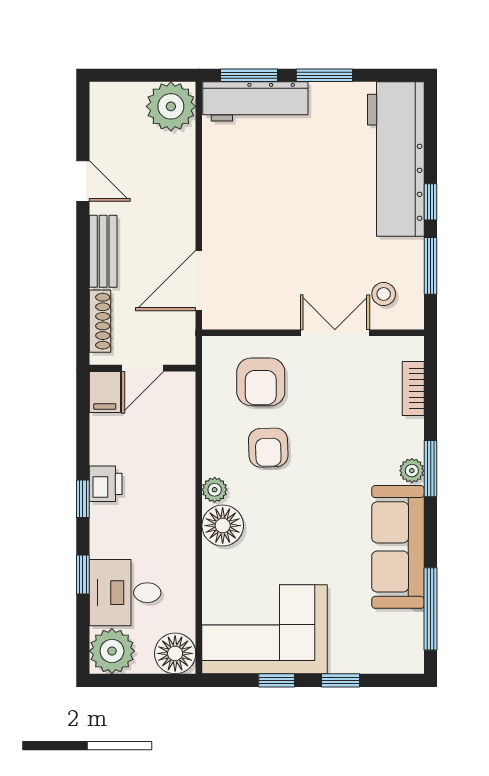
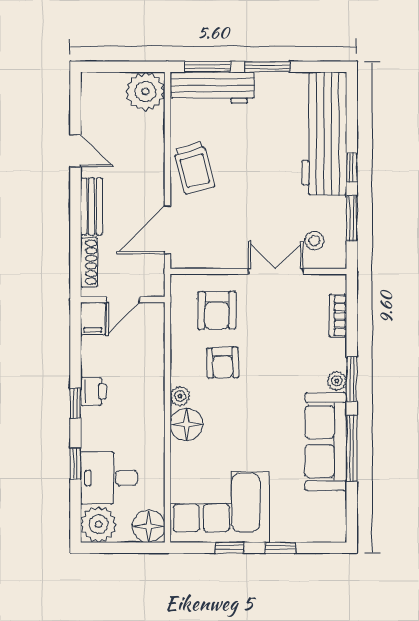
trolley: (232, 202) -> (194, 168), added
window: (431, 609) -> (352, 448), moved

